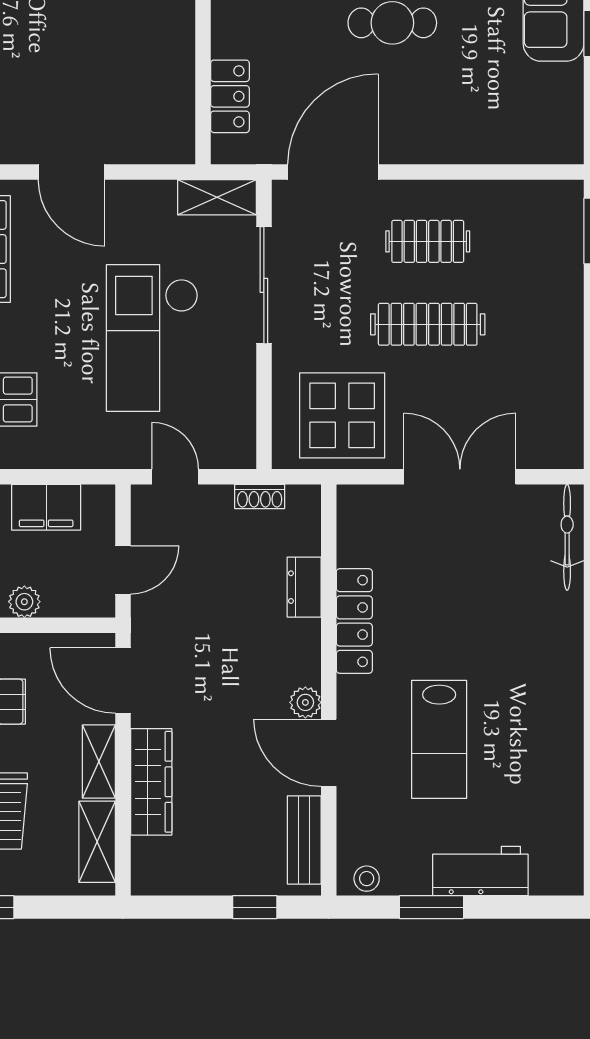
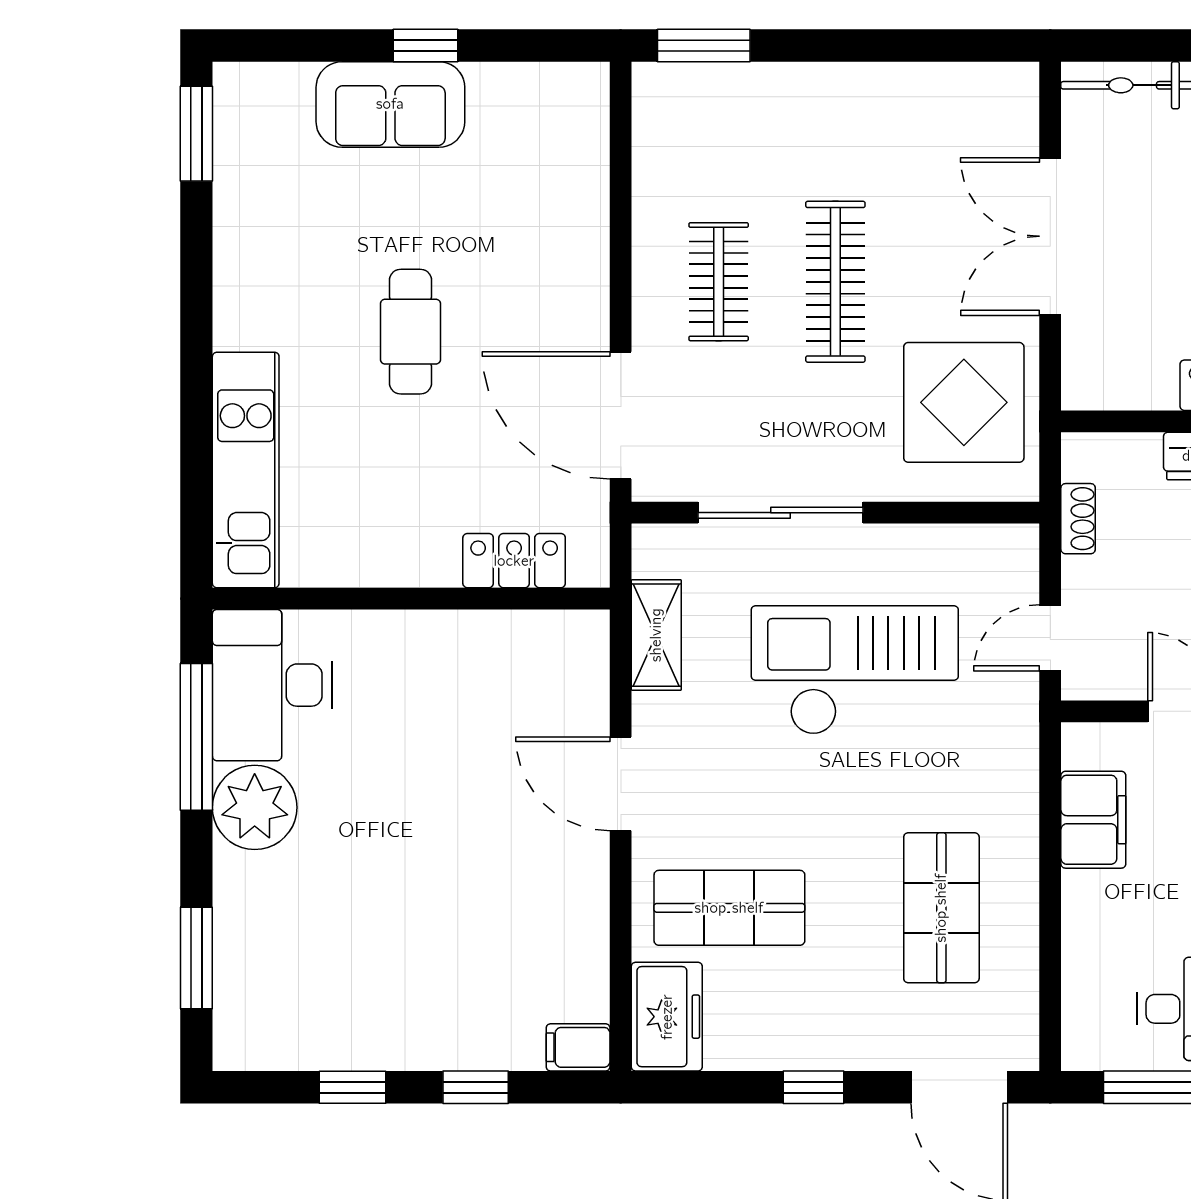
door: (72, 172) -> (621, 784), swing flipped
shelving: (217, 197) -> (656, 635), moved
checkout: (152, 338) -> (855, 670), turned 180

